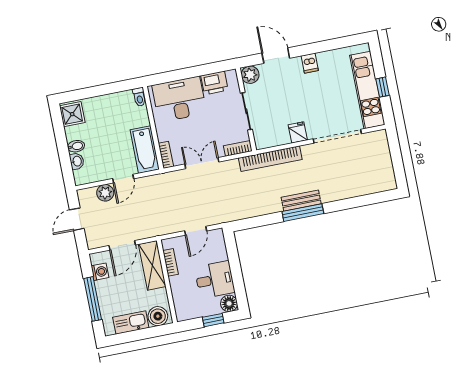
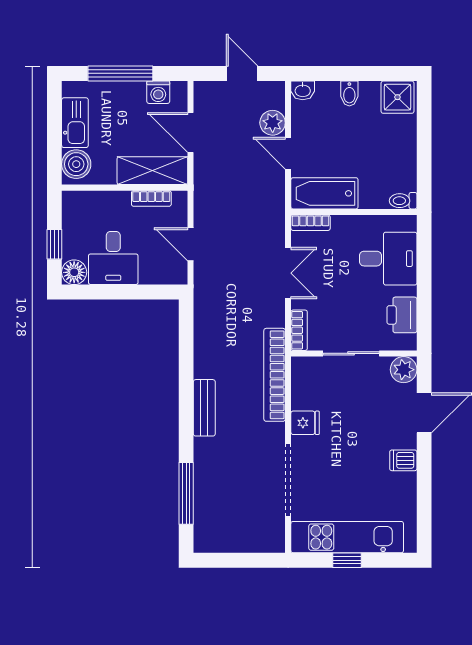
desk: (179, 99) -> (388, 259), width x0.73
washbasin: (77, 161) -> (303, 90), moved
window: (303, 213) -> (186, 493), moved

